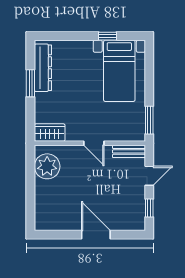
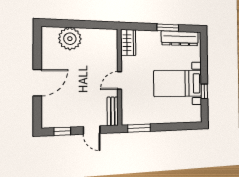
bed with nightstands: (119, 71) -> (178, 83), moved
plant: (47, 166) -> (70, 39), moved

